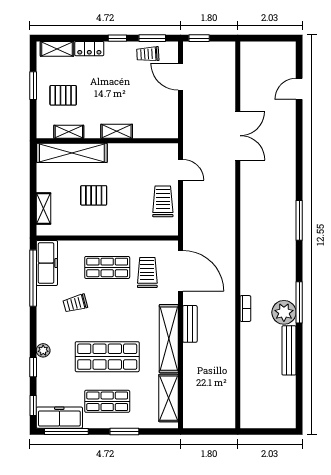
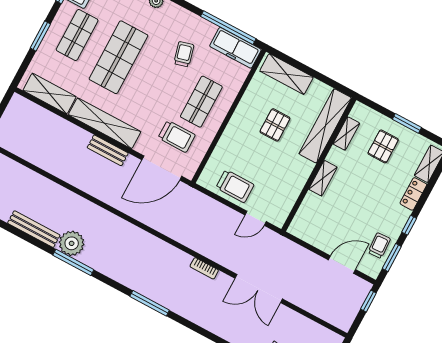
shelving: (44, 209) -> (286, 74), width x1.50, depth x1.33
bookcase: (245, 309) -> (204, 268), moved

